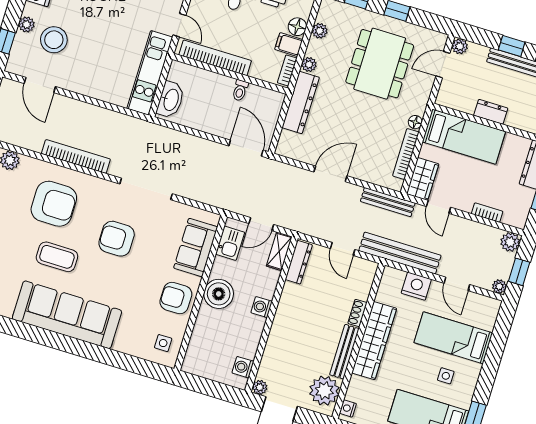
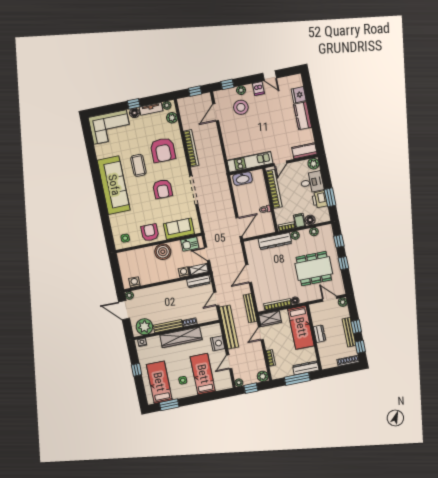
door: (330, 174) -> (249, 274), swing flipped
armchair: (117, 239) -> (163, 189), turned 180
washing machine: (262, 307) -> (184, 272), moved

